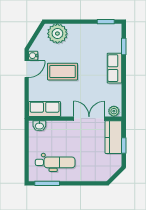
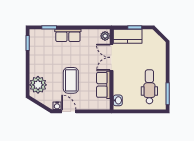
row of seats: (45, 109) -> (103, 85), moved

